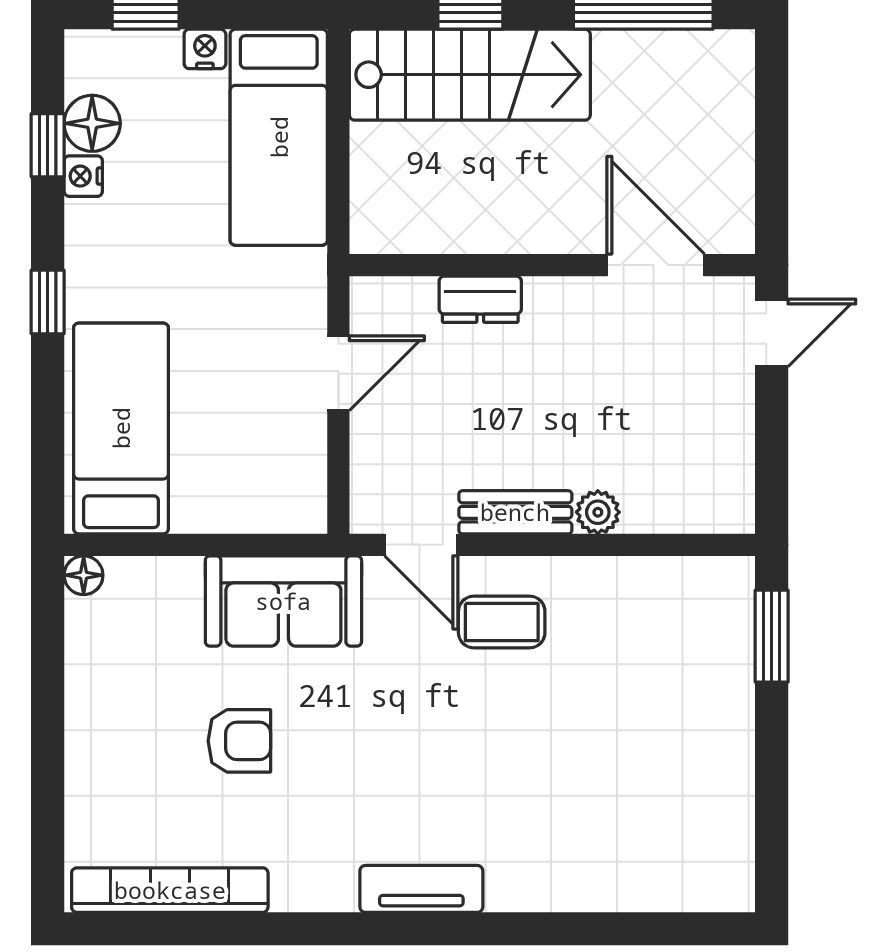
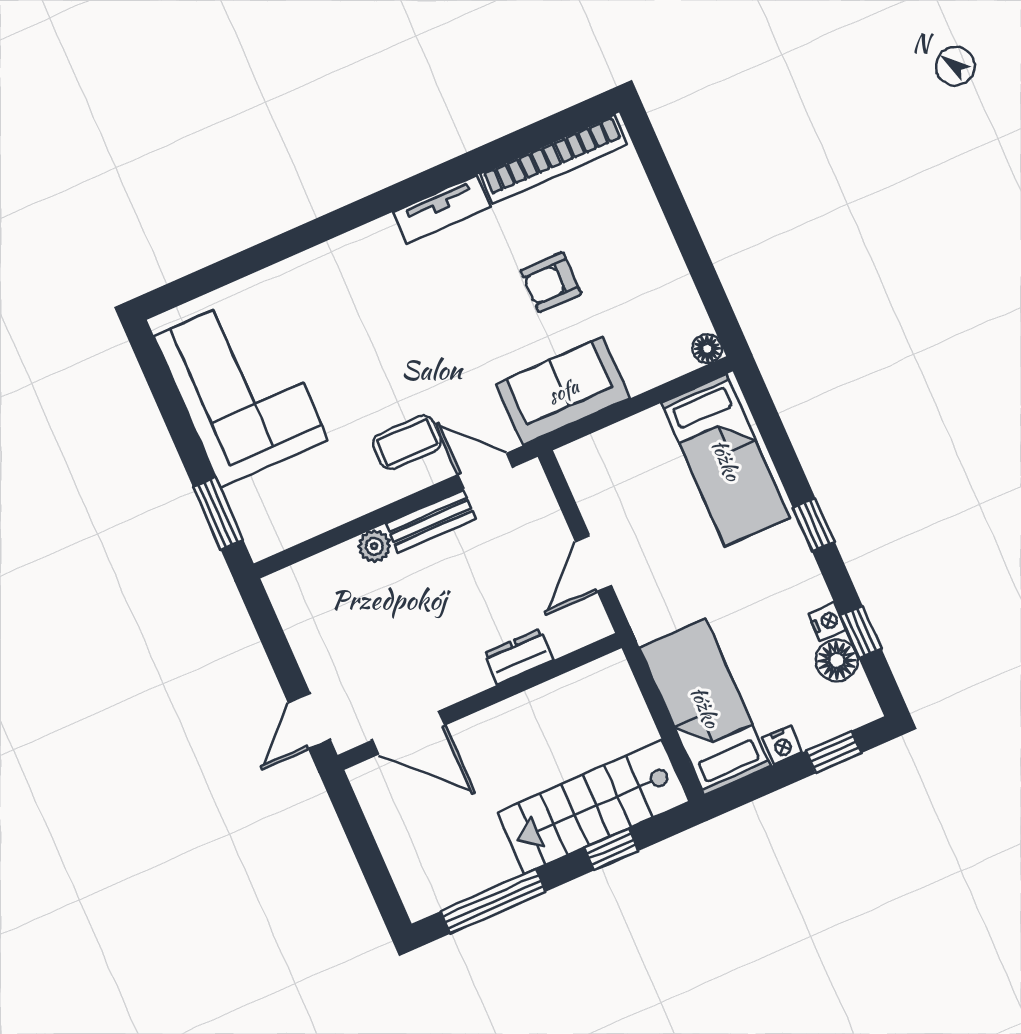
corner sofa: (676, 778) -> (241, 388), added
tv unit: (421, 889) -> (442, 209), moved

